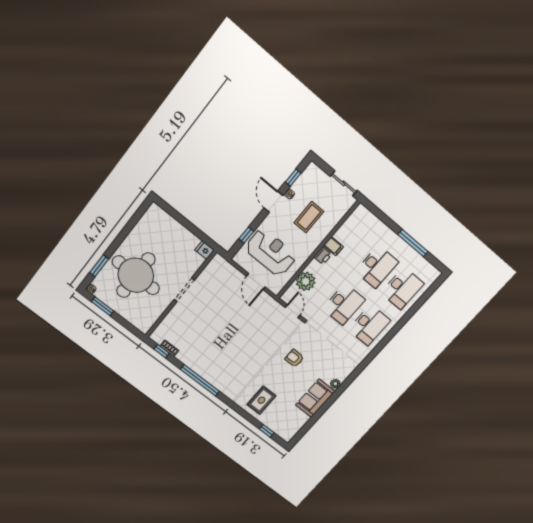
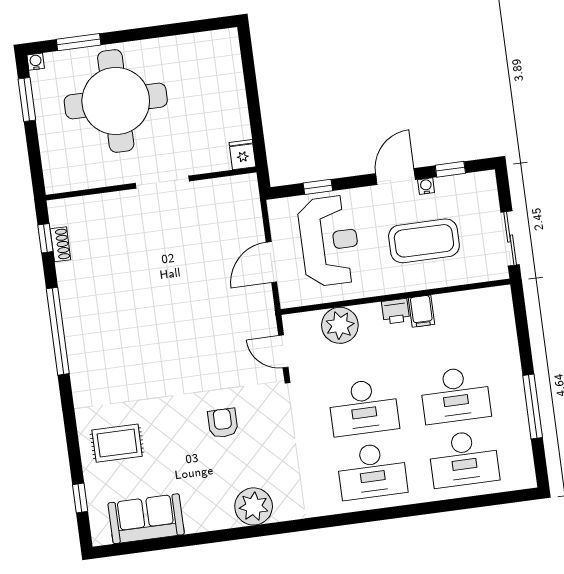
coffee table: (309, 217) -> (424, 241), width x1.36, depth x1.32
door: (293, 311) -> (283, 351), swing flipped
plant: (335, 384) -> (254, 506), width x1.88, depth x1.88
sofa: (315, 398) -> (146, 519), moved

